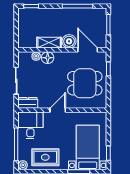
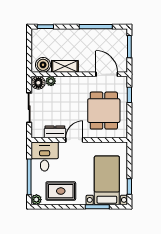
boiler: (69, 41) -> (43, 65), moved
floor lamp: (48, 58) -> (38, 83), moved
dining table: (85, 83) -> (104, 111), turned 90
dresser: (28, 103) -> (55, 132), moved

